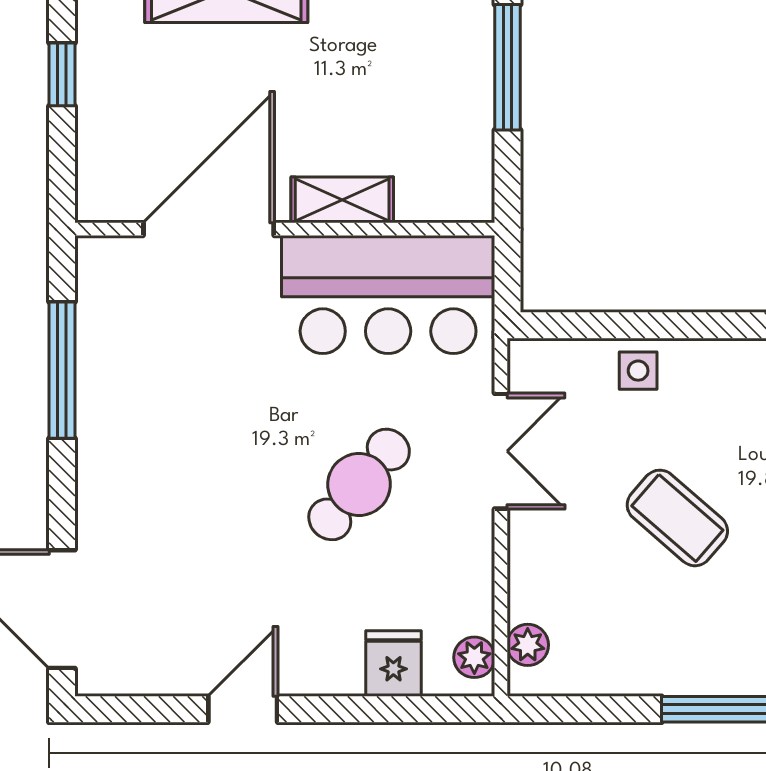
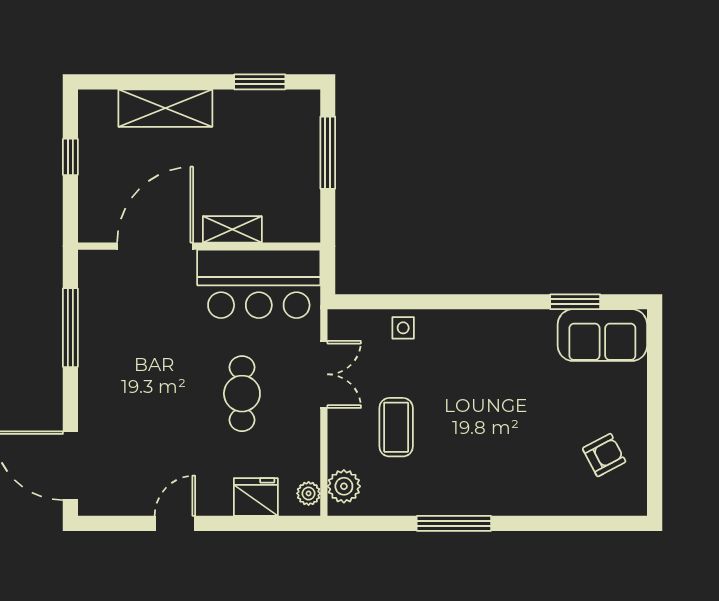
cafe table: (359, 484) -> (242, 394), turned -40
coffee table: (677, 518) -> (396, 427), moved, turned 49
plant: (528, 645) -> (344, 486), width x1.38, depth x1.38
fridge: (393, 664) -> (256, 497), width x1.38

